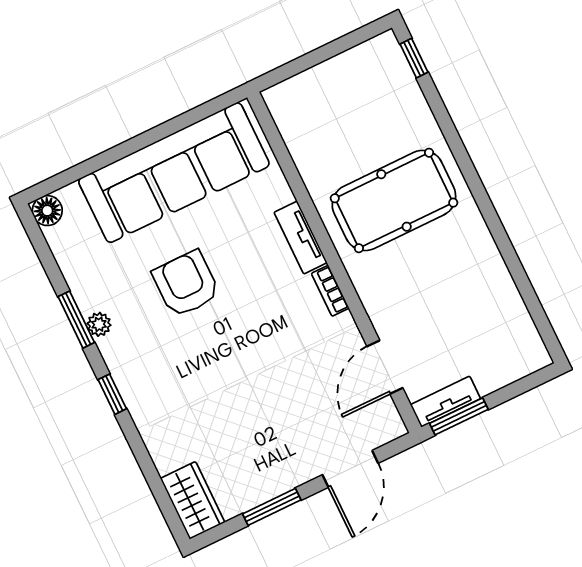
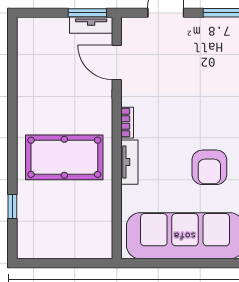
window: (414, 58) -> (12, 207), moved
door: (385, 367) -> (117, 63), swing flipped

